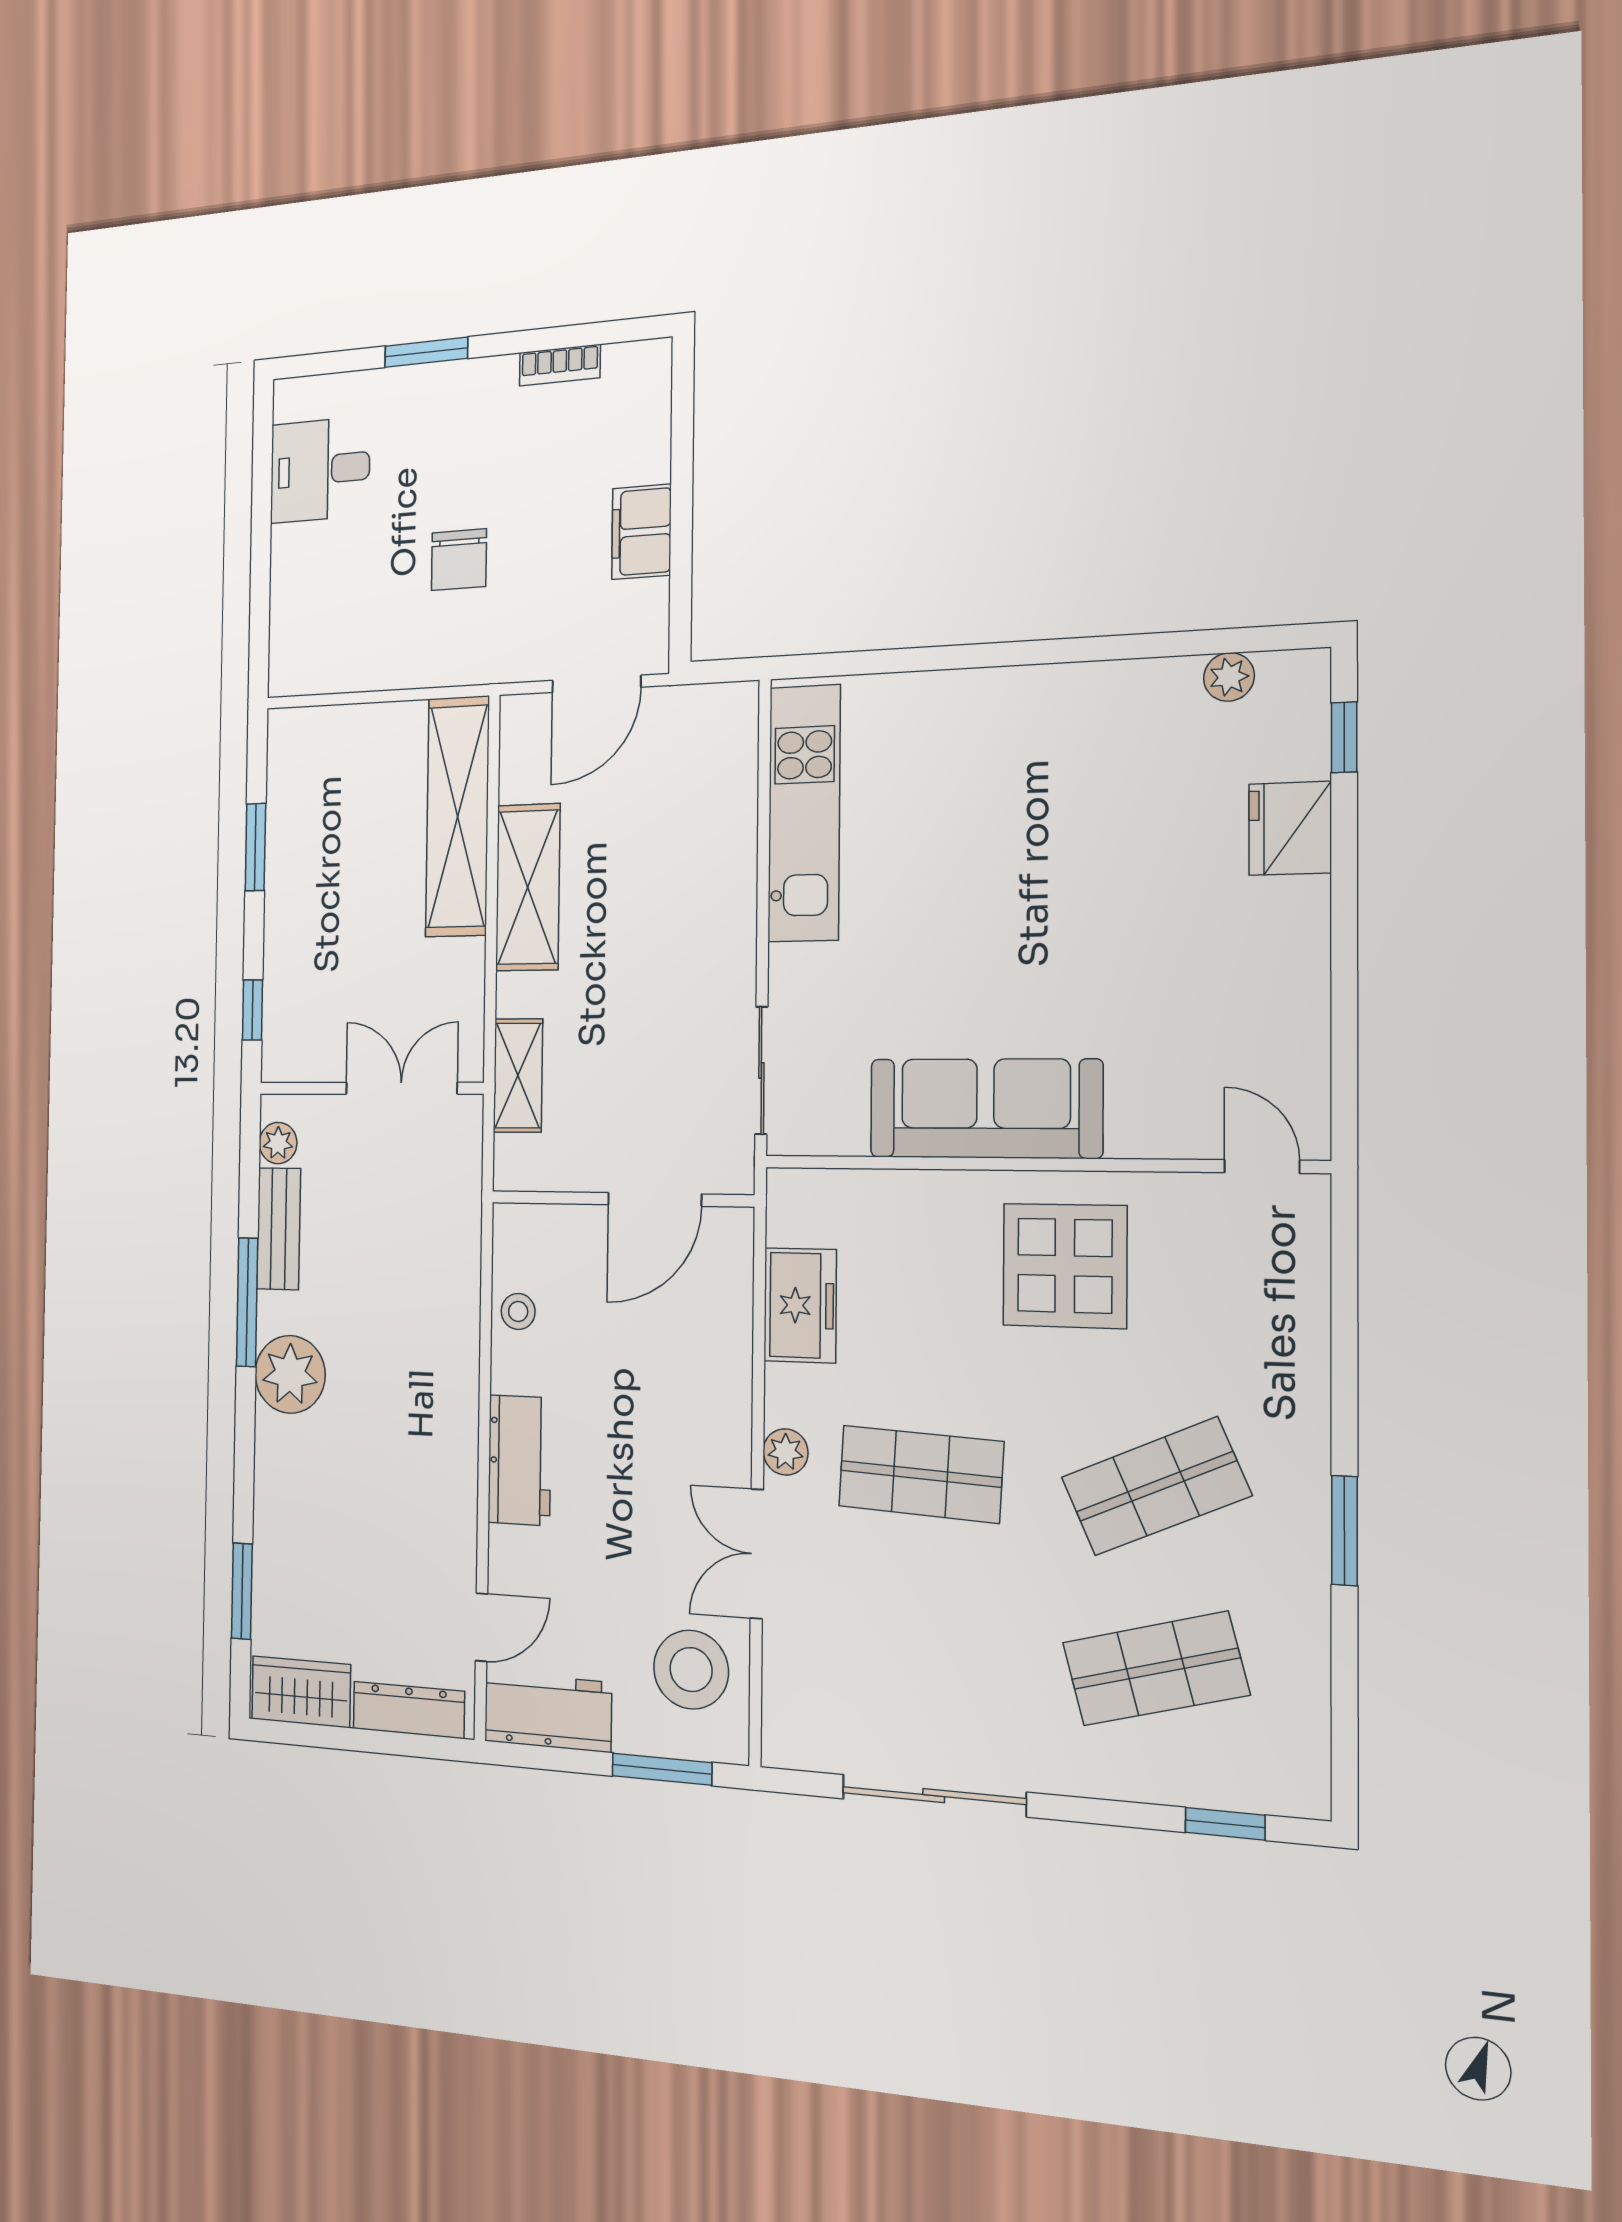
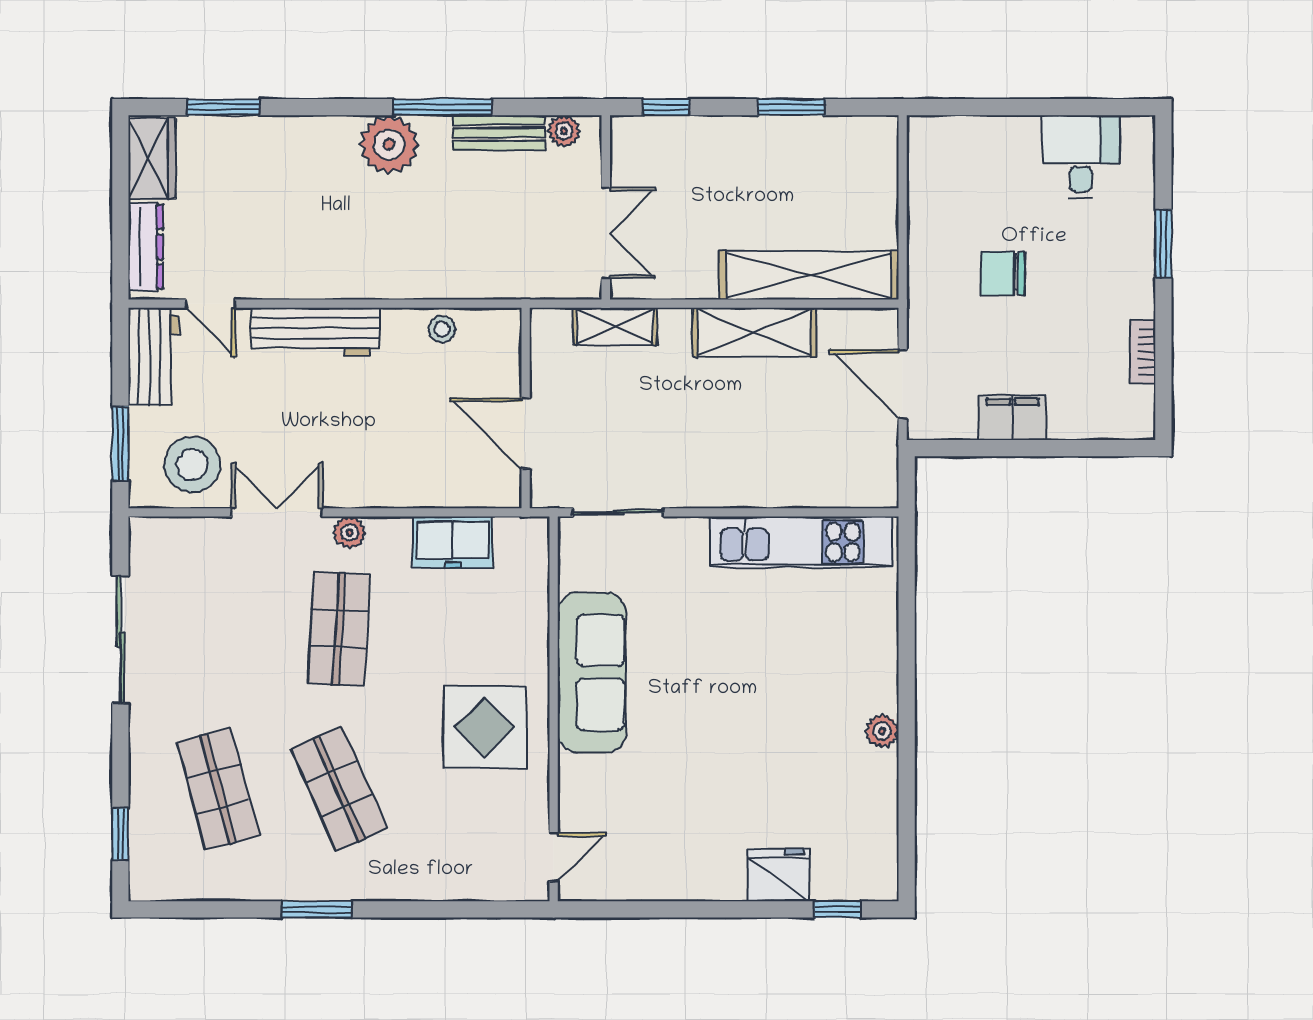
plant: (1229, 677) -> (882, 731), moved
workbench: (519, 1460) -> (316, 332), width x1.38

